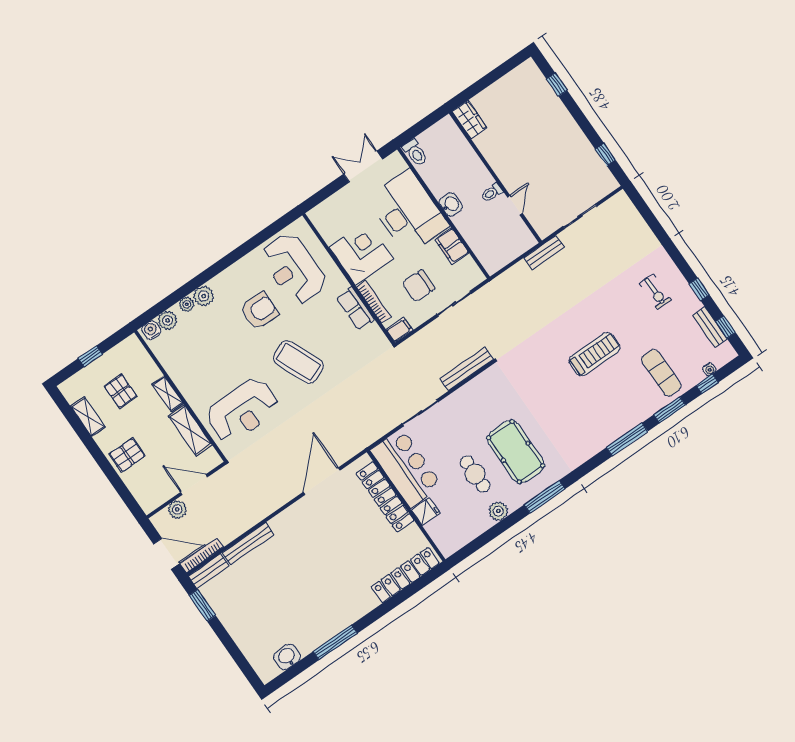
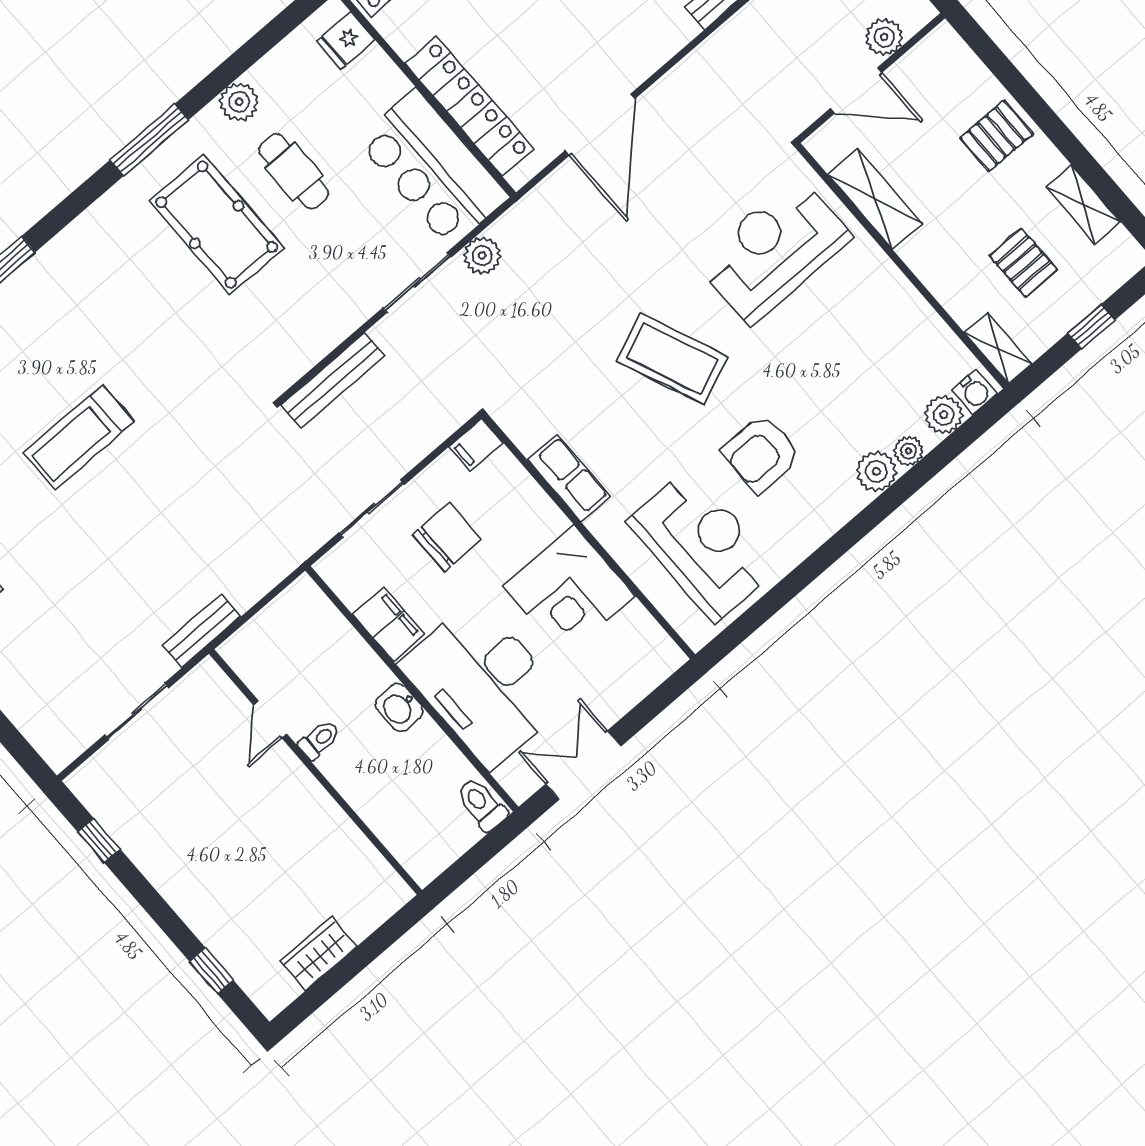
wardrobe: (469, 120) -> (318, 954), moved, turned 90
double door: (363, 167) -> (583, 765), swing flipped
bookcase: (374, 302) -> (534, 496), removed
shelving: (168, 394) -> (998, 348), moved
plant: (387, 423) -> (482, 256), added
fridge: (426, 512) -> (346, 40), moved

